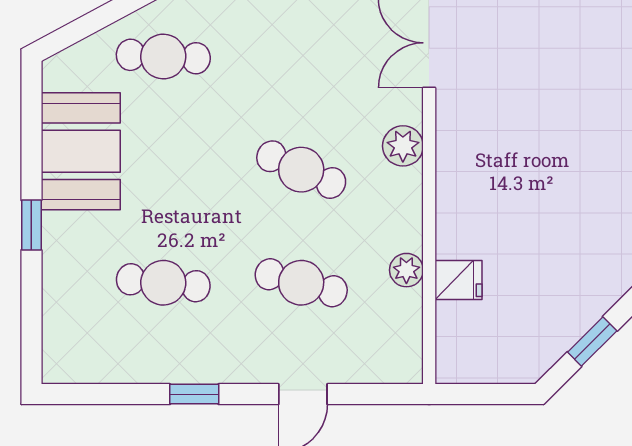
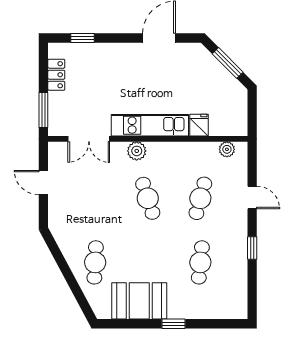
cafe table: (301, 170) -> (148, 198), turned -42
kitchen unit: (458, 174) -> (150, 125), added
plant: (406, 270) -> (227, 149), moved
window: (592, 341) -> (228, 63), width x1.50

